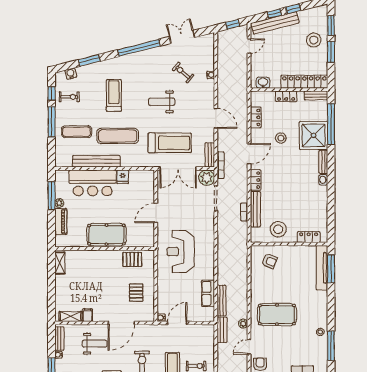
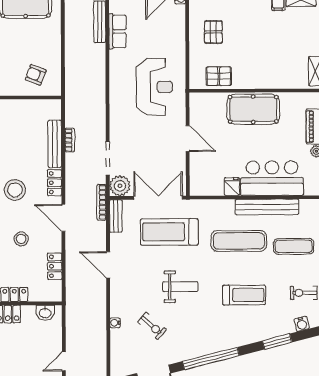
treadmill: (114, 95) -> (244, 295), turned -90
door: (249, 154) -> (63, 218), hinge flipped
door: (156, 213) -> (188, 138), hinge flipped
stool: (278, 229) -> (15, 190), moved

